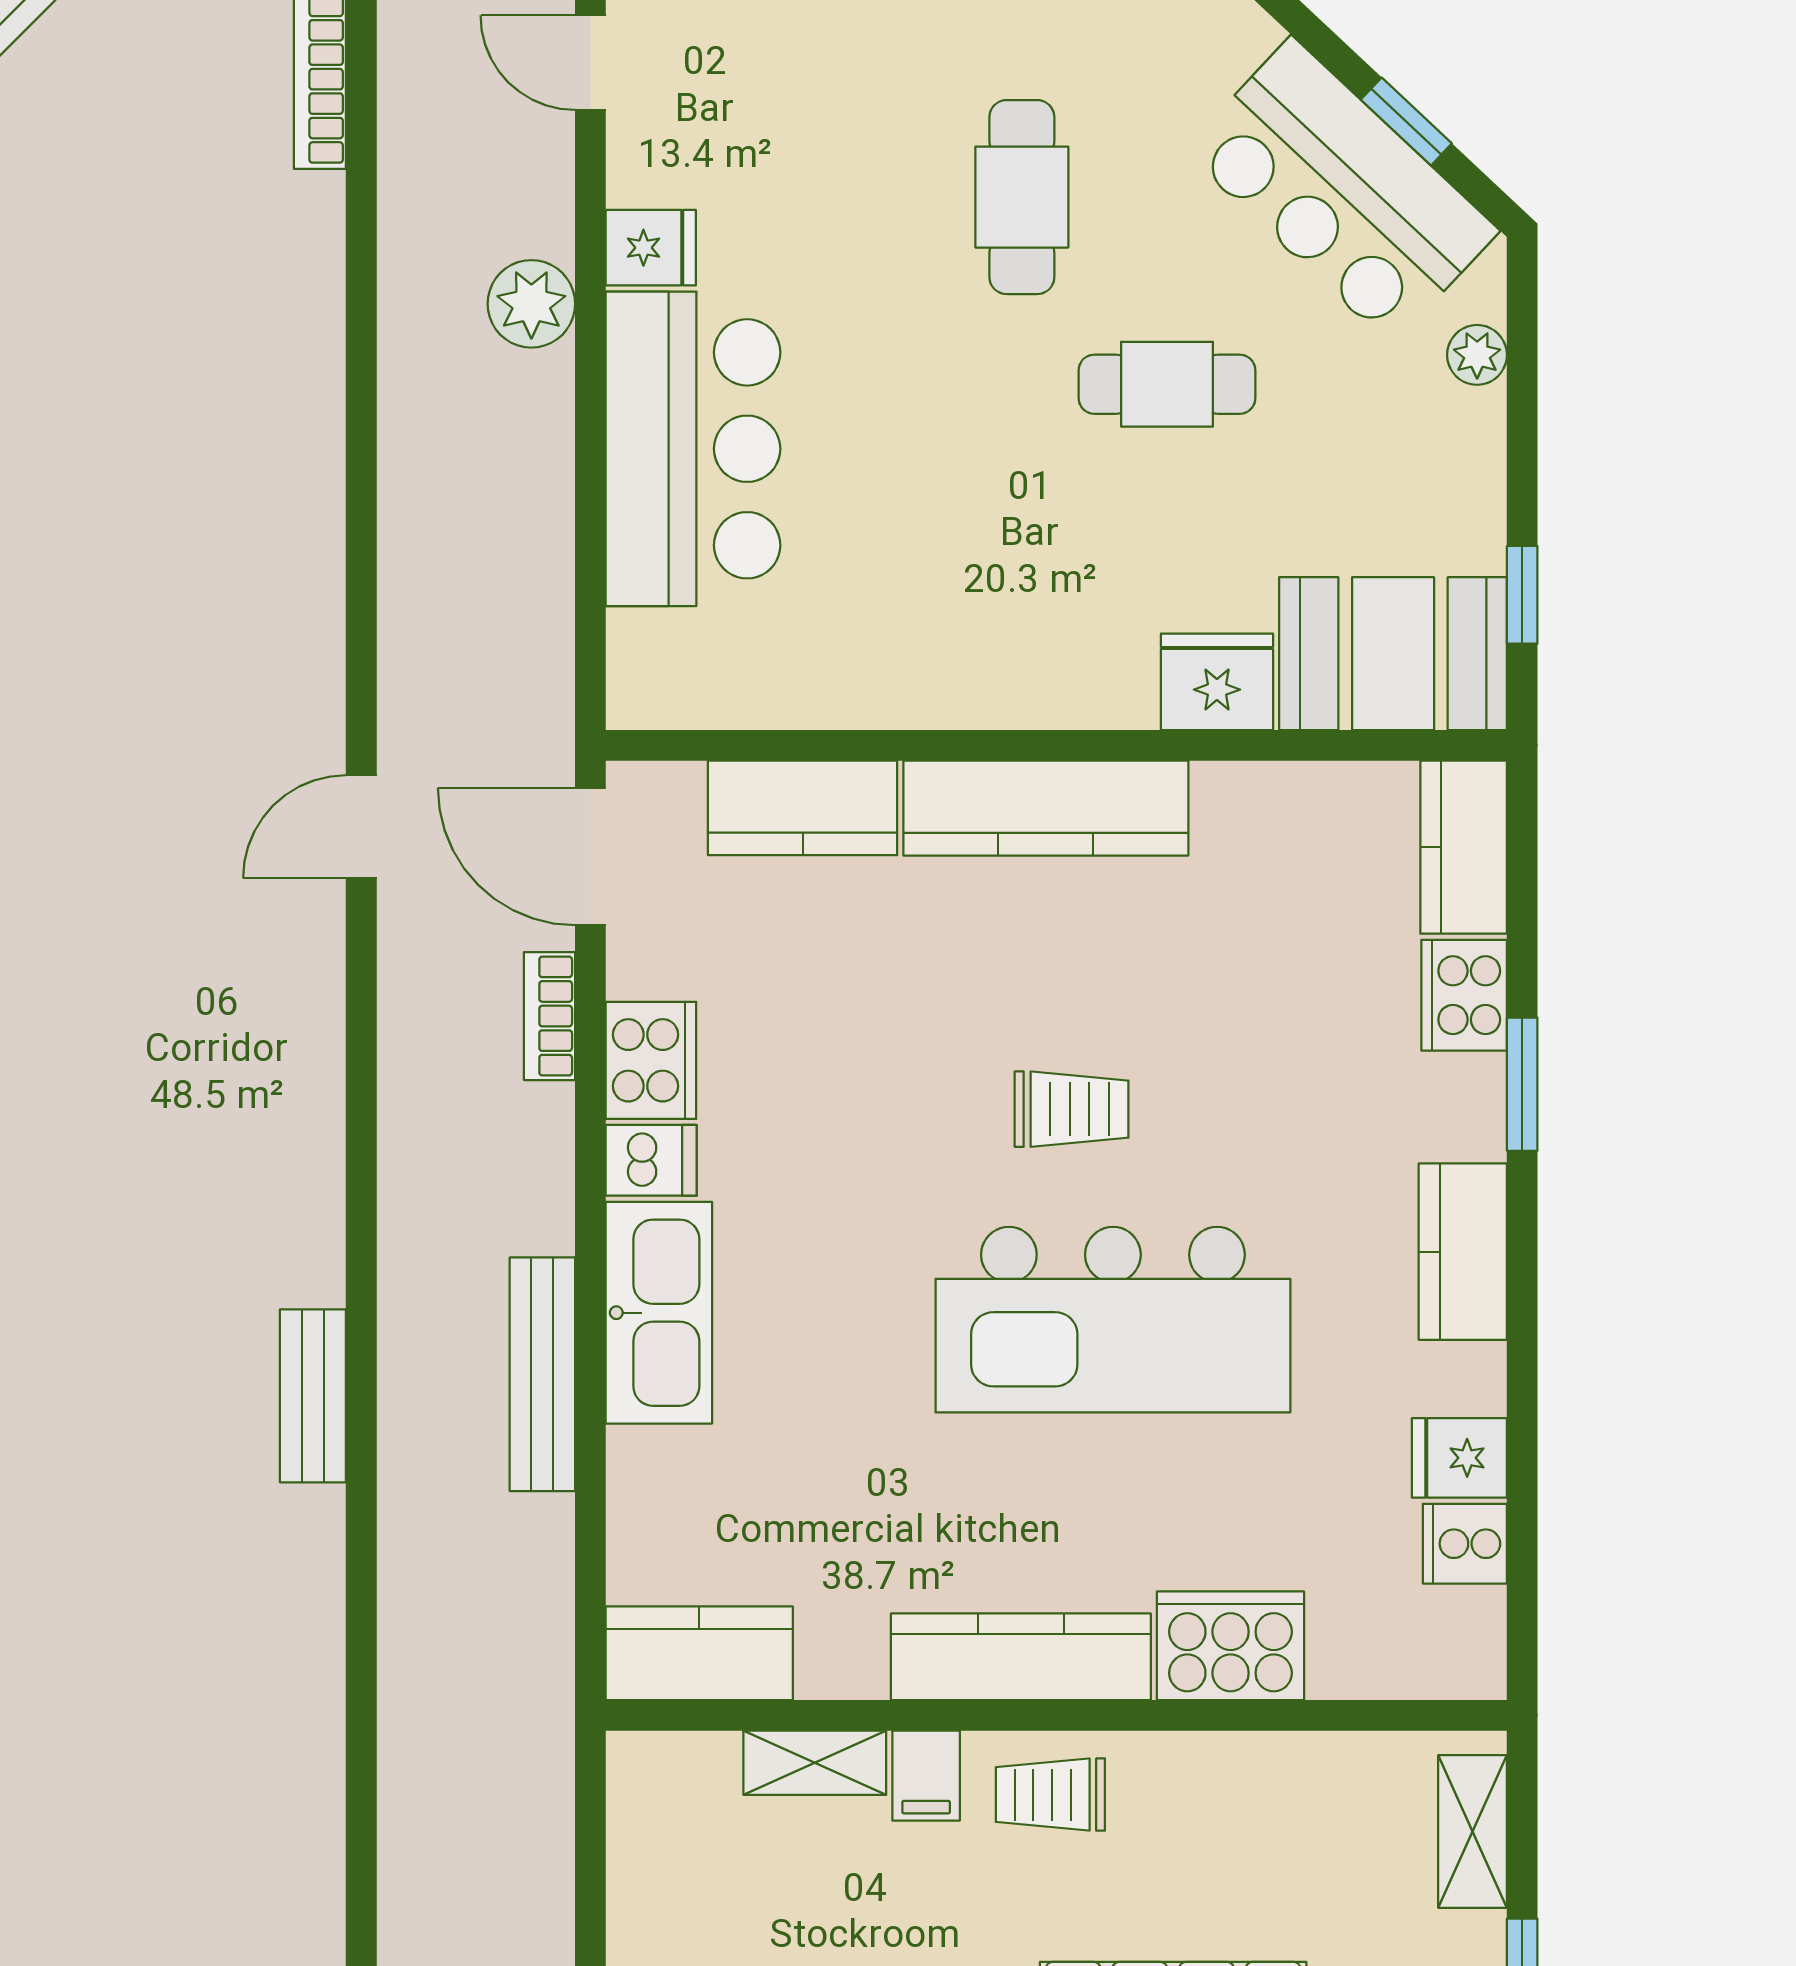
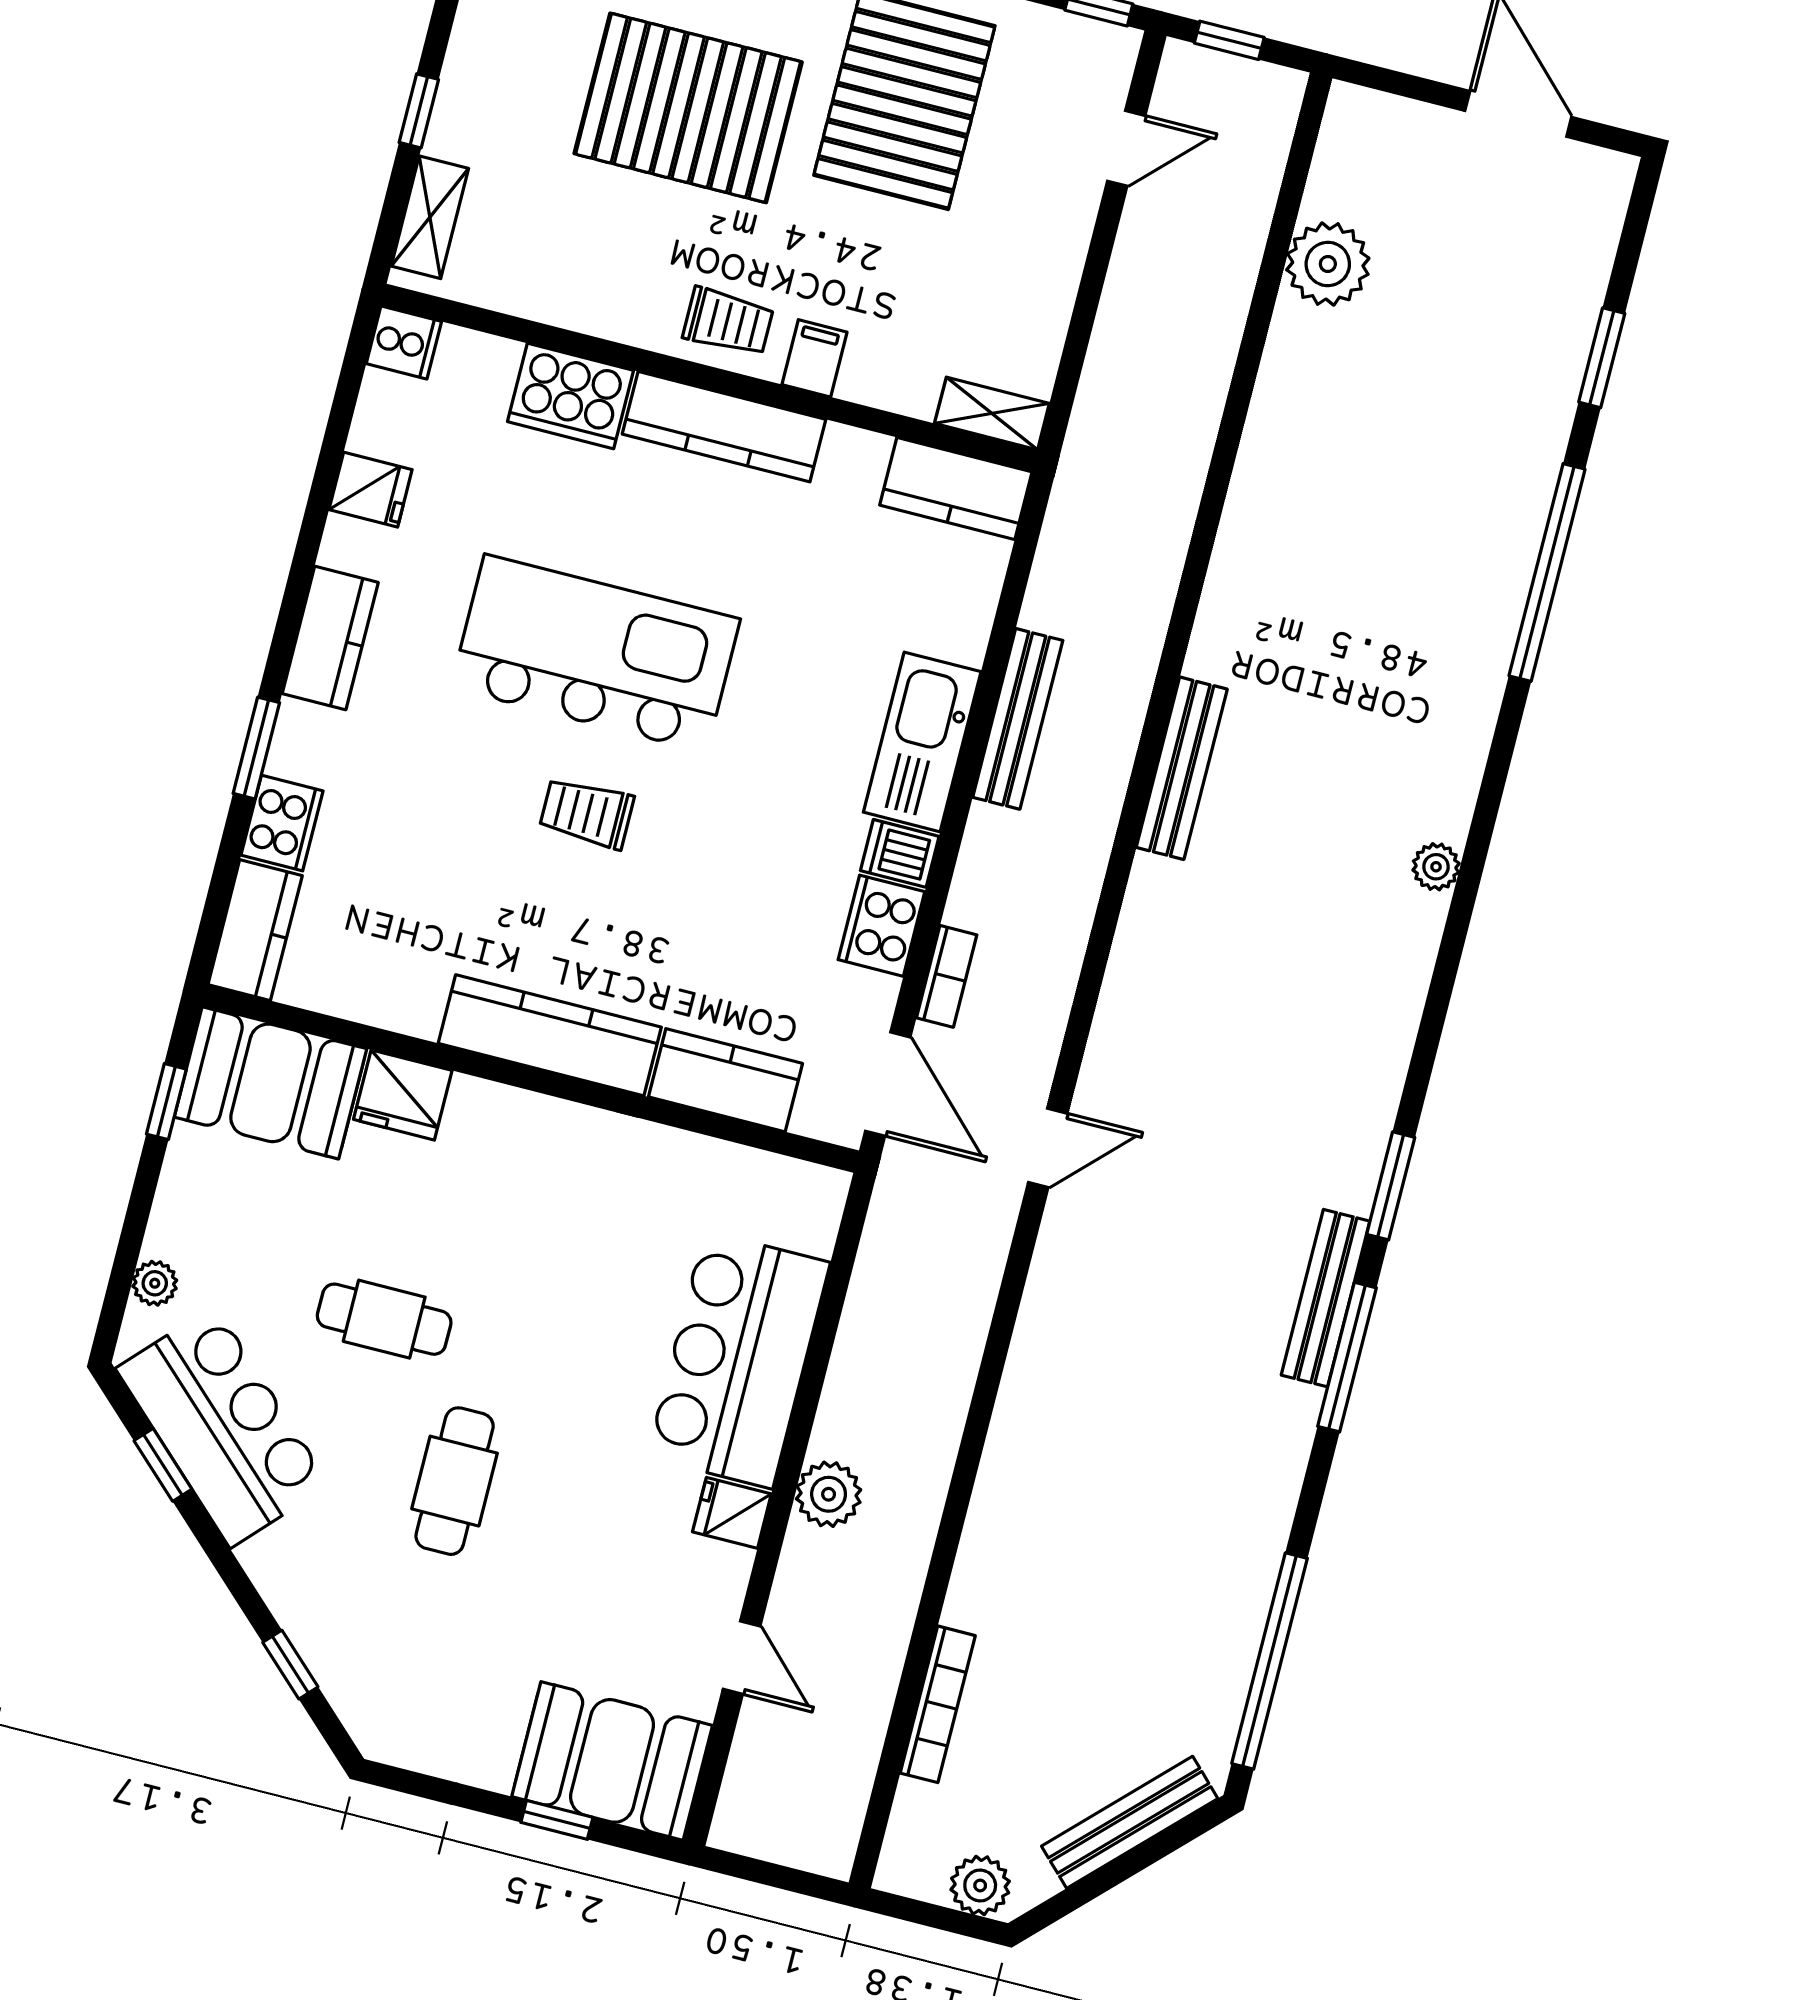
bench: (313, 1396) -> (1182, 768), width x1.36
cooker: (1465, 1544) -> (404, 342), moved
shelving: (815, 1763) -> (992, 413), moved

